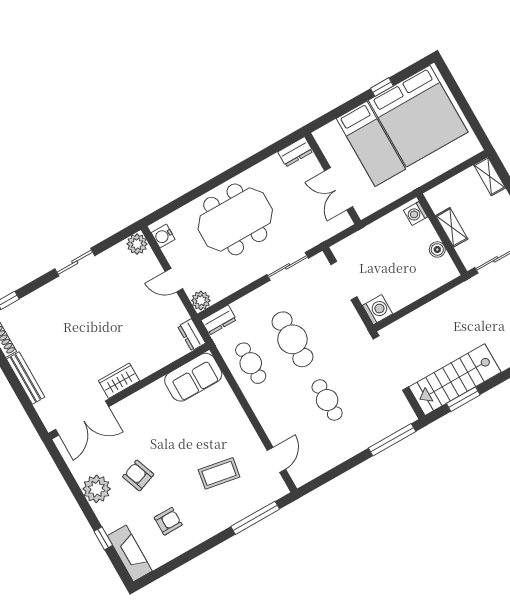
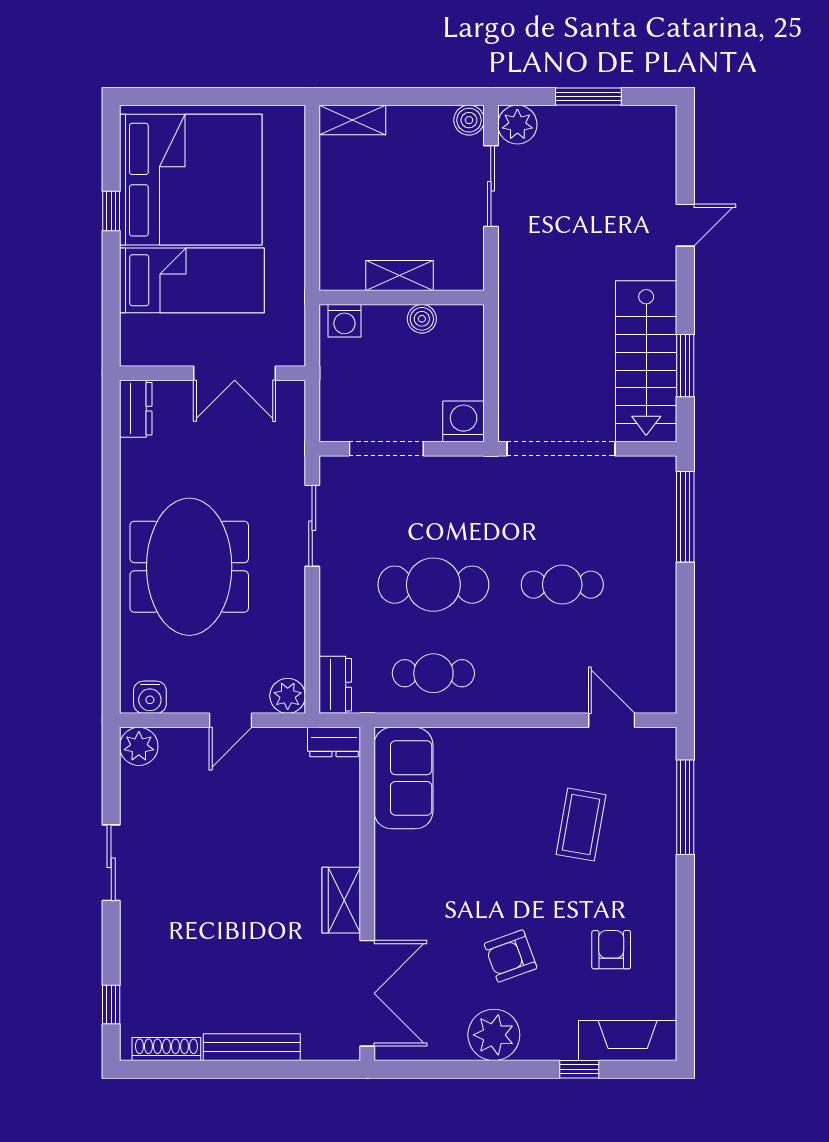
washing machine: (416, 214) -> (344, 321), moved
shelving: (452, 227) -> (400, 276), moved
wall: (442, 234) -> (402, 298), moved
boiler: (437, 249) -> (422, 319), moved

